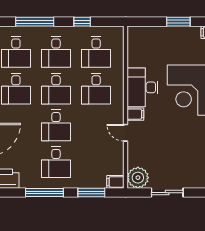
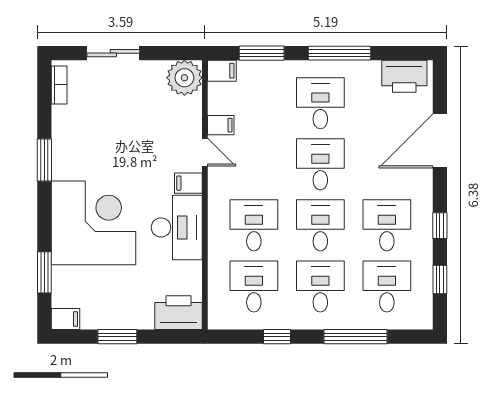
printer: (141, 36) -> (178, 313), added
filing cabinet: (116, 149) -> (221, 125), added
sliding door: (167, 193) -> (113, 53), moved

